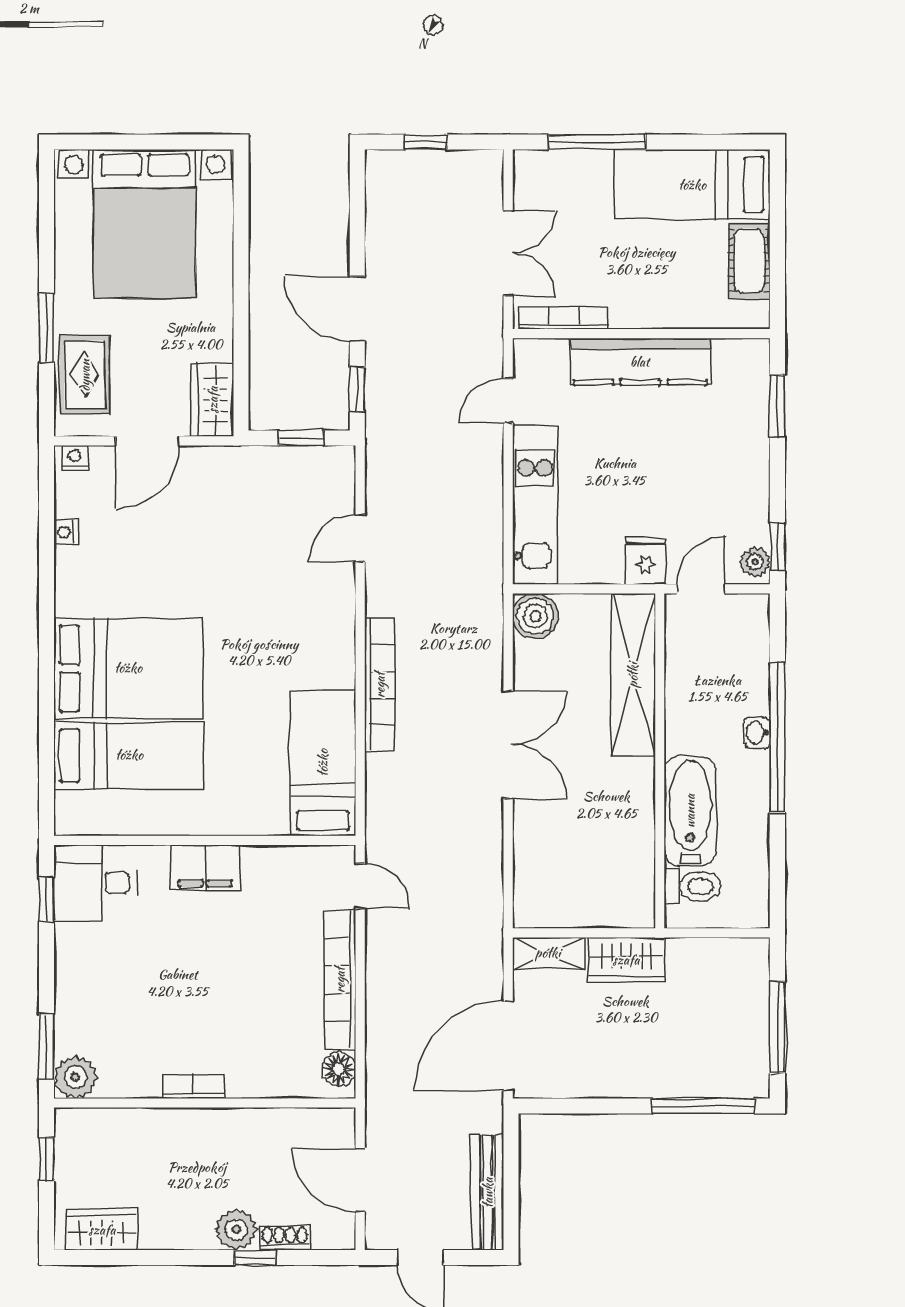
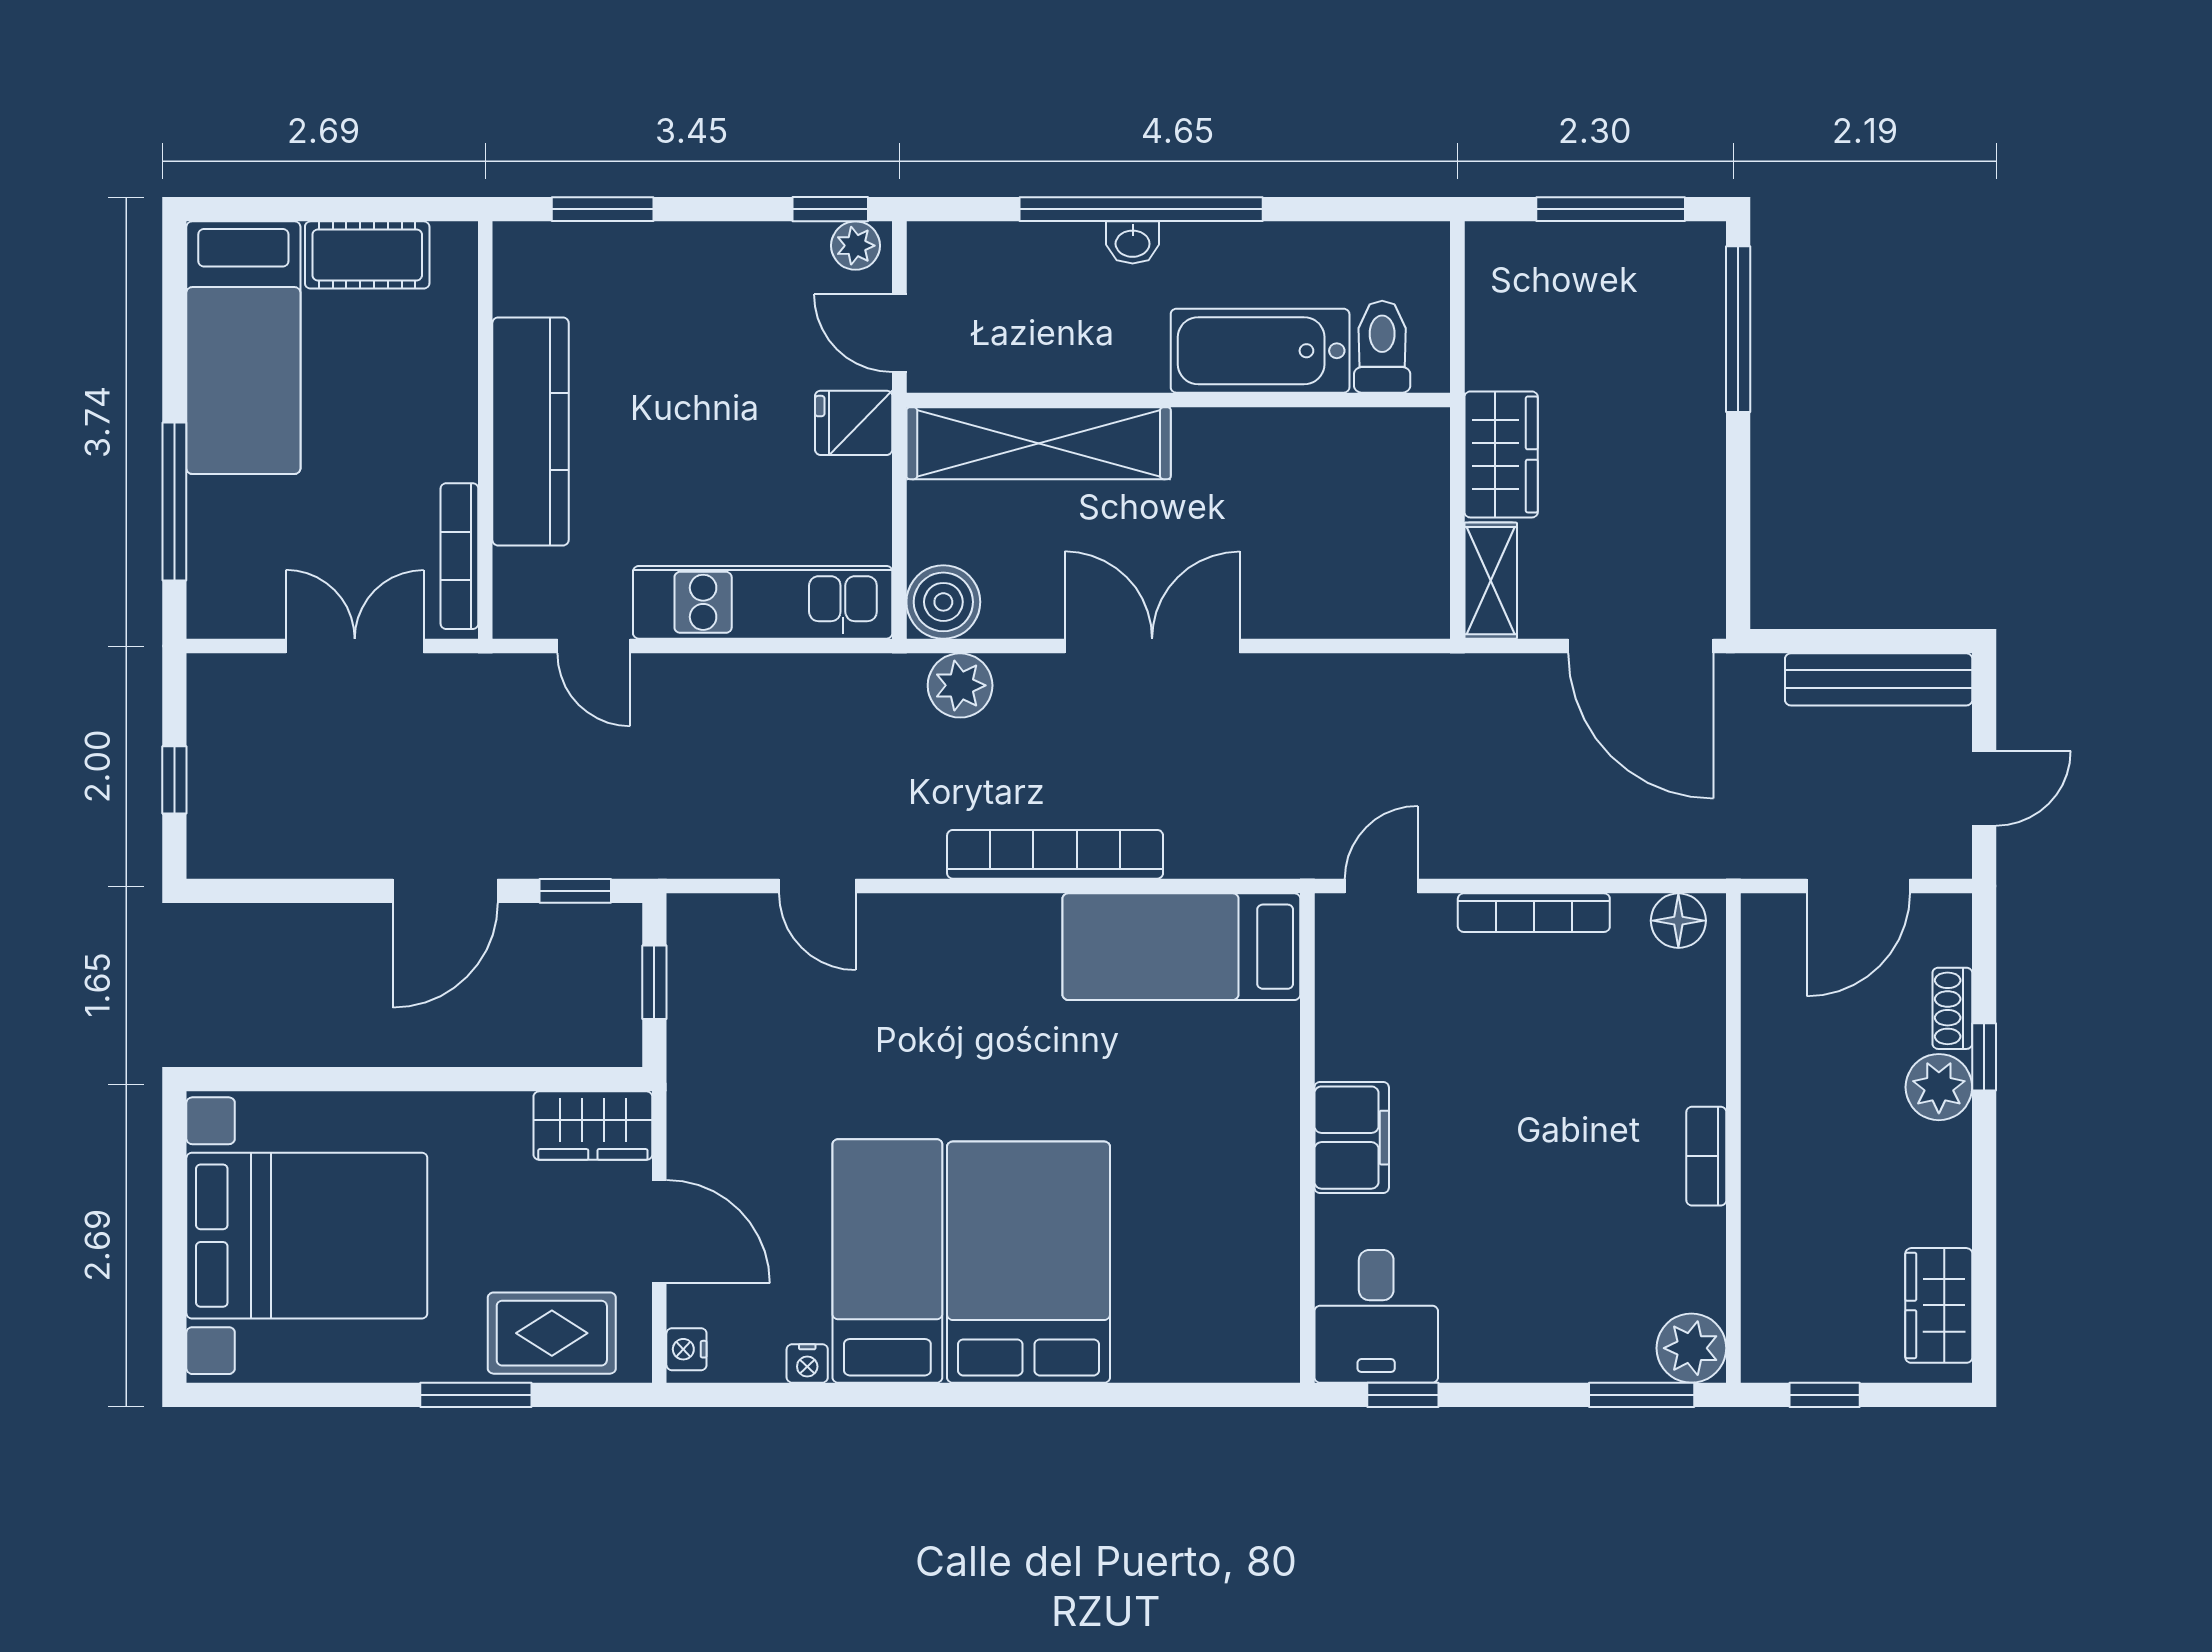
plant: (484, 626) -> (960, 685), added
bed: (129, 755) -> (887, 1261), moved
bookcase: (340, 980) -> (1534, 913), width x0.68, depth x0.76

